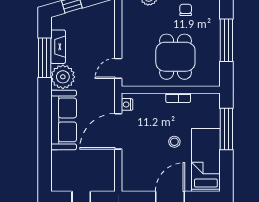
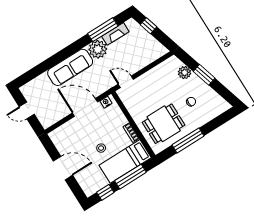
dining table: (175, 57) -> (164, 124), moved
bed: (206, 160) -> (125, 161), moved, turned 180
window: (226, 168) -> (105, 192), added

